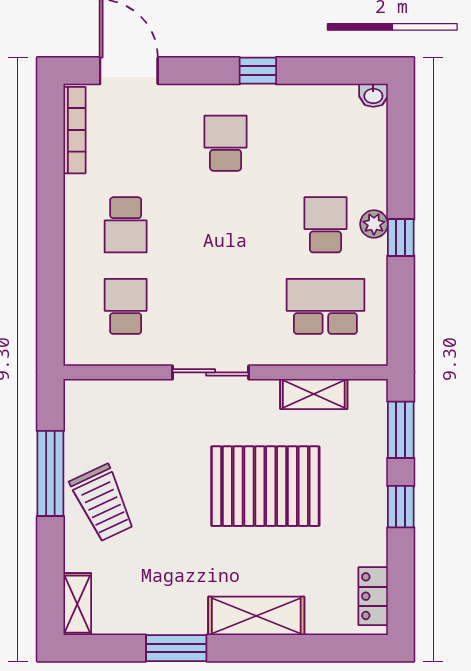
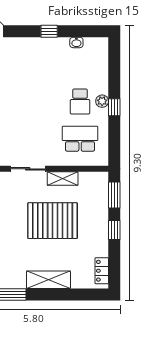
washbasin: (373, 95) -> (76, 42), moved
school desk: (226, 143) -> (34, 64), removed
school desk: (325, 225) -> (80, 101), turned 180
shelving: (314, 394) -> (63, 179), moved

